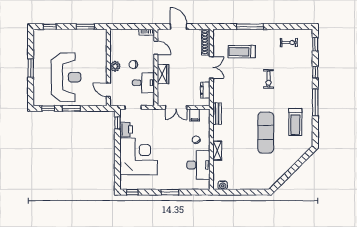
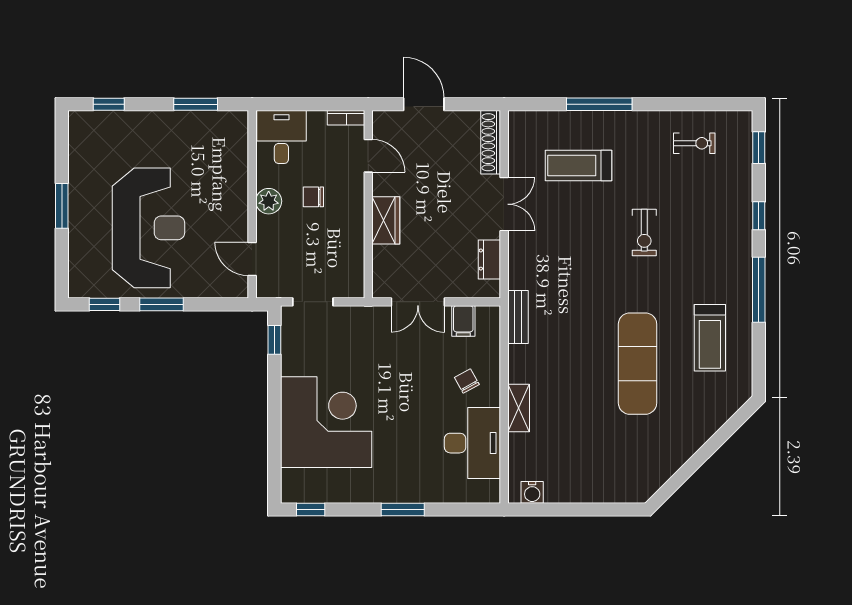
desk: (143, 83) -> (281, 137), moved, turned -90
printer: (126, 130) -> (296, 356), removed

